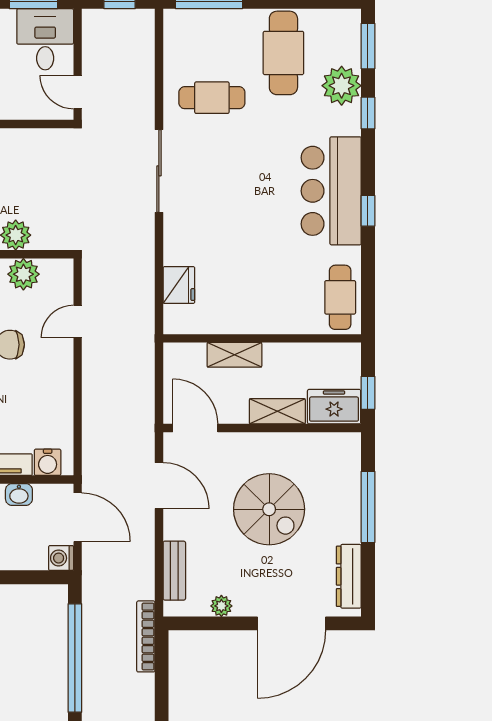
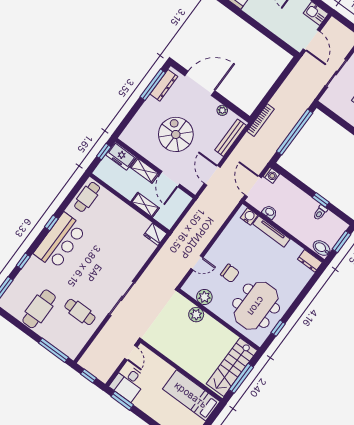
plant: (342, 86) -> (26, 279), removed
fridge: (179, 285) -> (155, 234), moved, turned -90
door: (195, 428) -> (170, 179), moved
window: (368, 507) -> (153, 85), moved
bench: (174, 571) -> (231, 138), width x1.36

